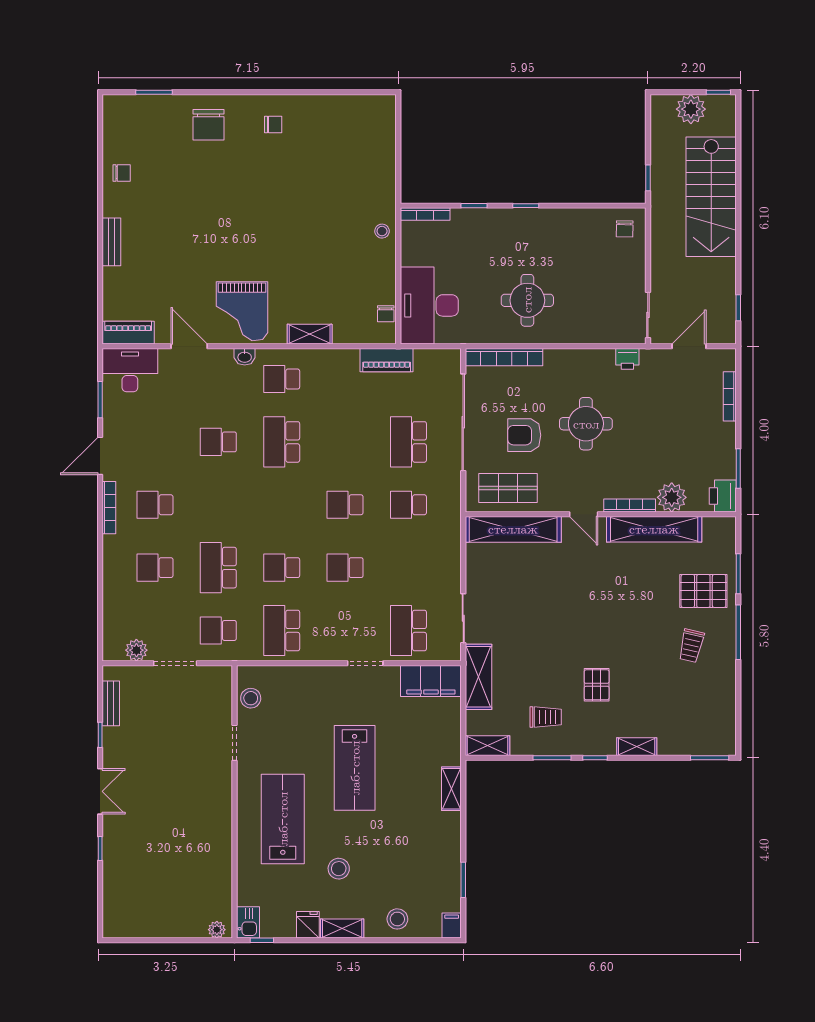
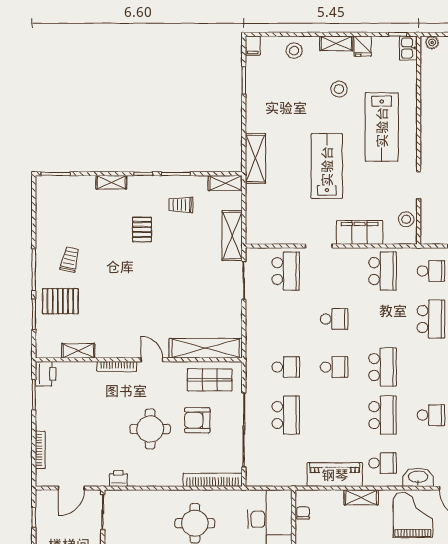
washbasin: (245, 357) -> (418, 477), width x1.91, depth x1.45
piano: (387, 360) -> (335, 475), moved, width x1.37, depth x1.33
armchair: (524, 435) -> (197, 420), turned 180
plant: (672, 497) -> (85, 373), removed
shelving: (654, 529) -> (78, 351), width x0.45, depth x0.75
school desk: (282, 568) -> (383, 367), moved, width x1.85
filing cabinet: (431, 681) -> (360, 232), moved
shelving: (451, 789) -> (255, 158), width x1.50, depth x1.33

